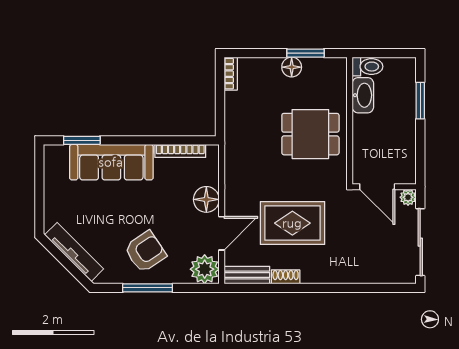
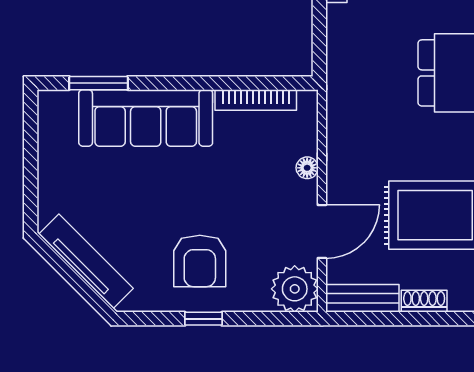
floor lamp: (206, 199) -> (307, 168), width x0.53, depth x0.53
armchair: (145, 252) -> (200, 261), turned 124
window: (148, 288) -> (203, 319), width x0.46

